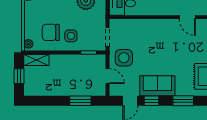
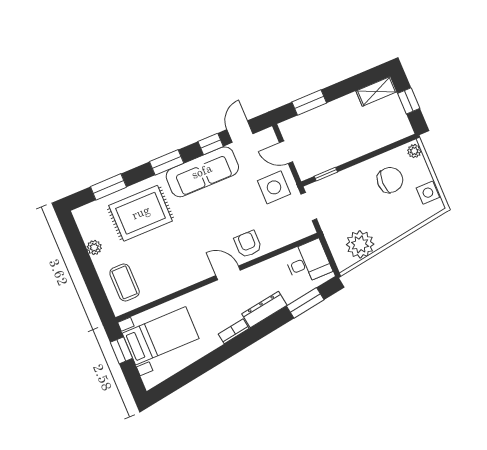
door: (187, 17) -> (228, 273), moved
armchair: (154, 30) -> (248, 244), added
side table: (71, 36) -> (428, 193), moved
shelving: (36, 60) -> (376, 91), moved
sofa: (157, 86) -> (202, 172), width x1.36

